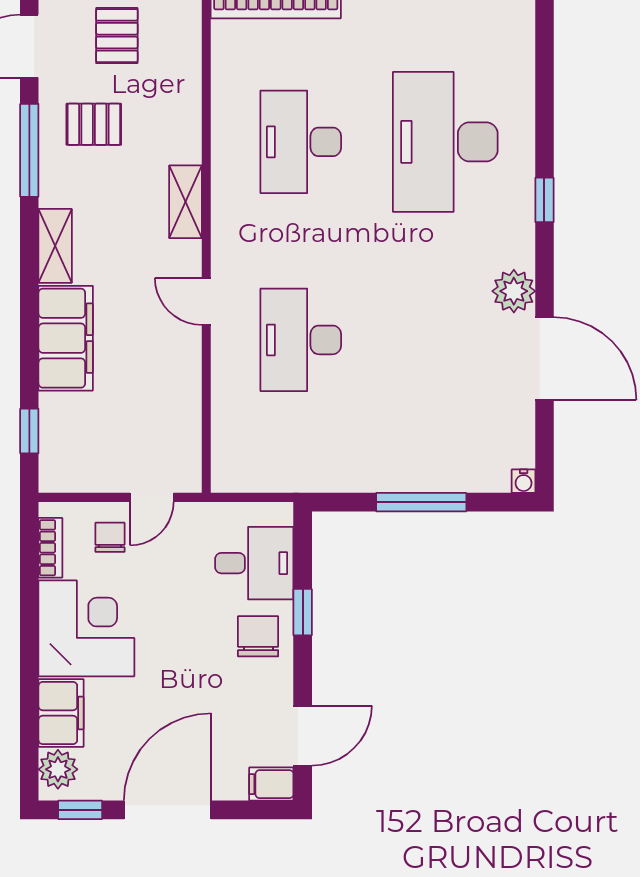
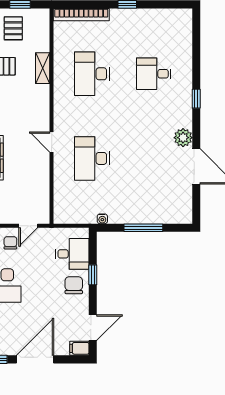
desk: (445, 142) -> (154, 74), width x0.53, depth x0.77
shelving: (186, 202) -> (43, 68), moved
water cooler: (524, 481) -> (102, 219), moved

